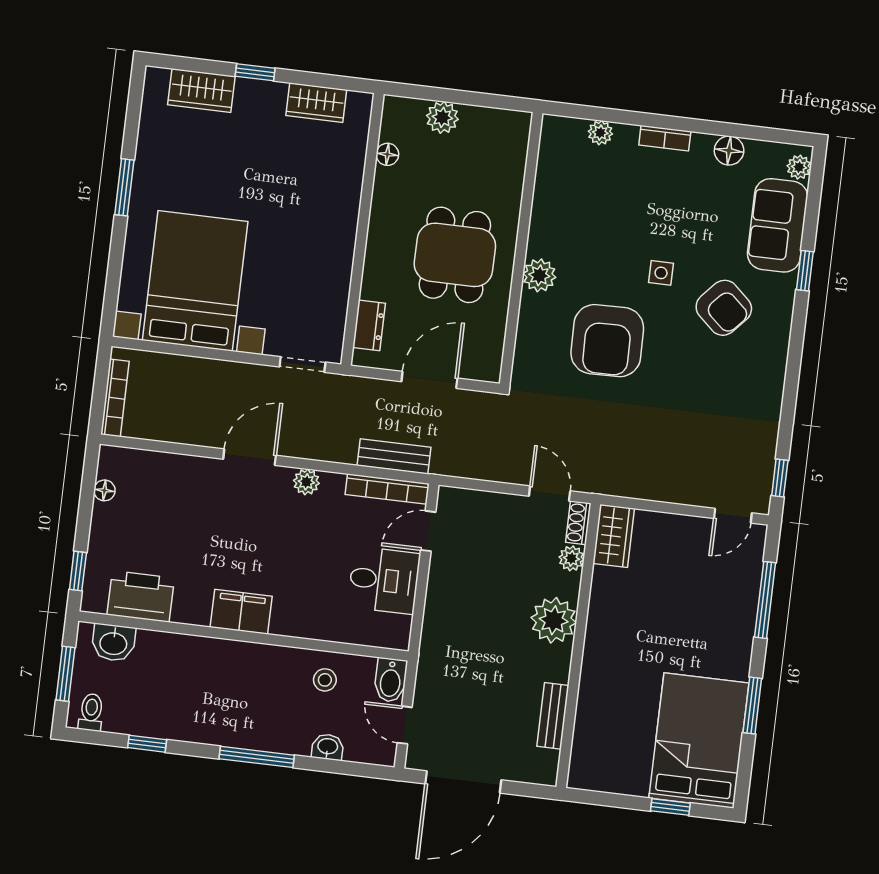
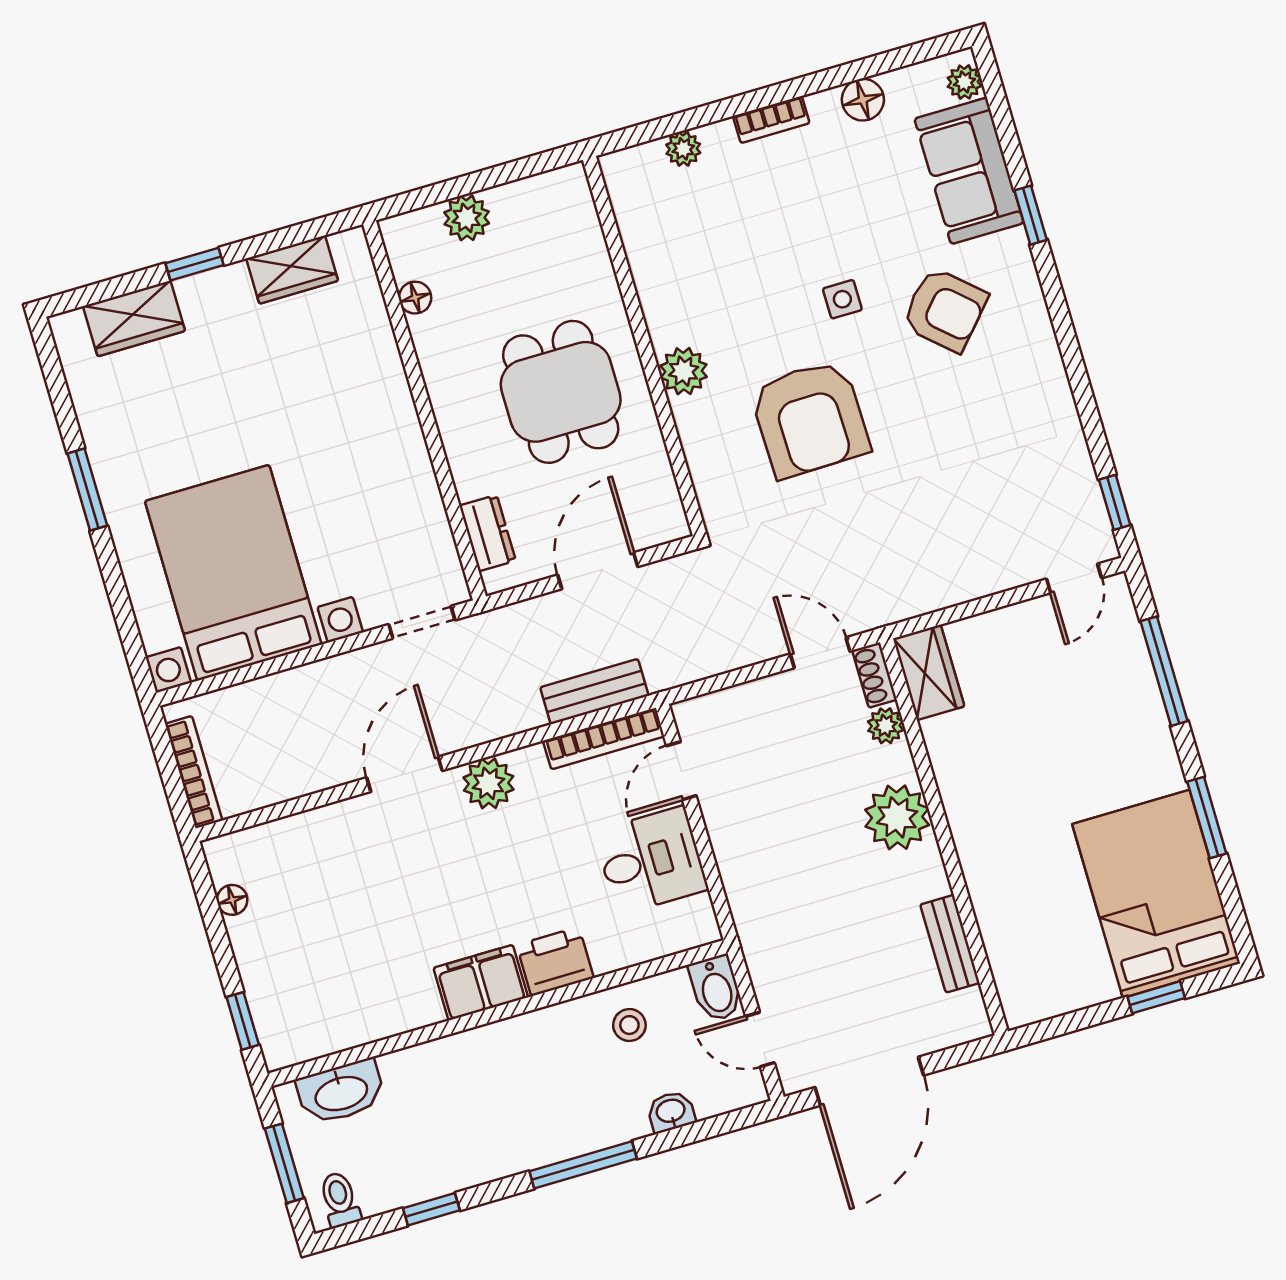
plant: (306, 482) -> (489, 783), width x1.38, depth x1.38
printer: (141, 596) -> (555, 961), moved, width x0.73, depth x0.84
washbasin: (113, 643) -> (341, 1092), width x1.38

